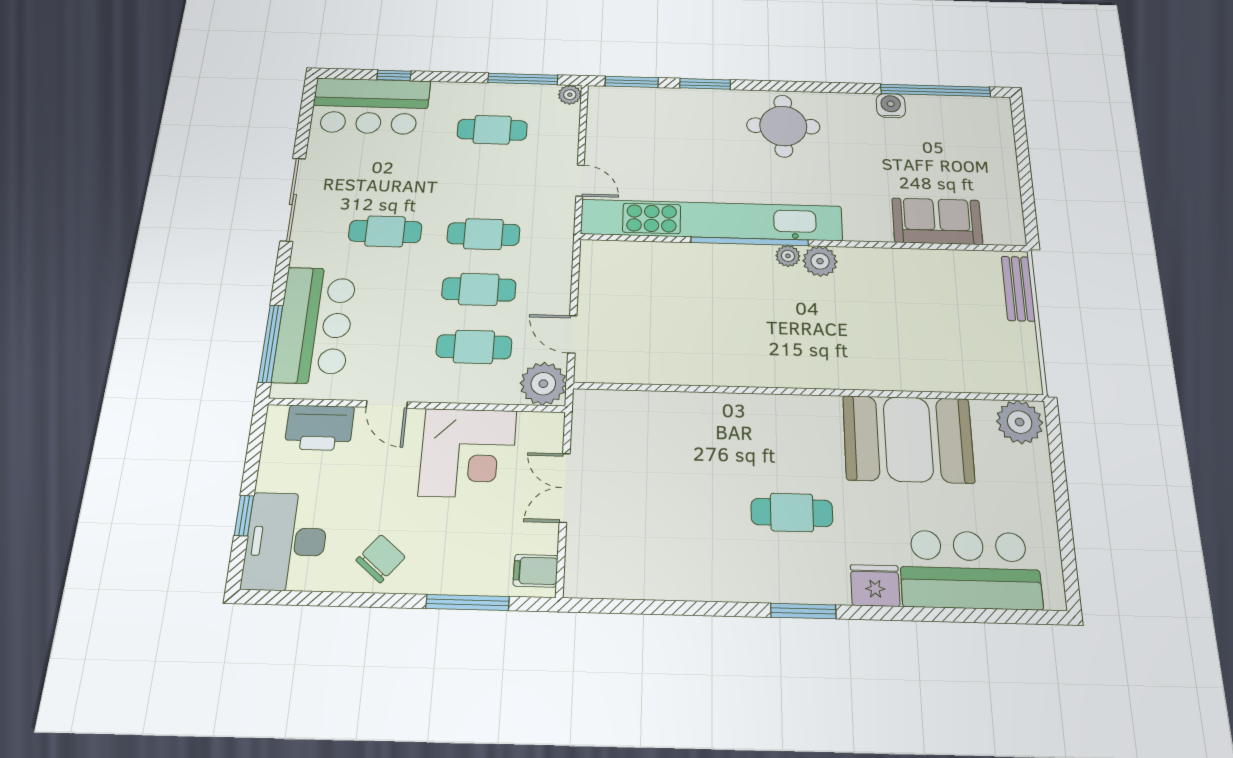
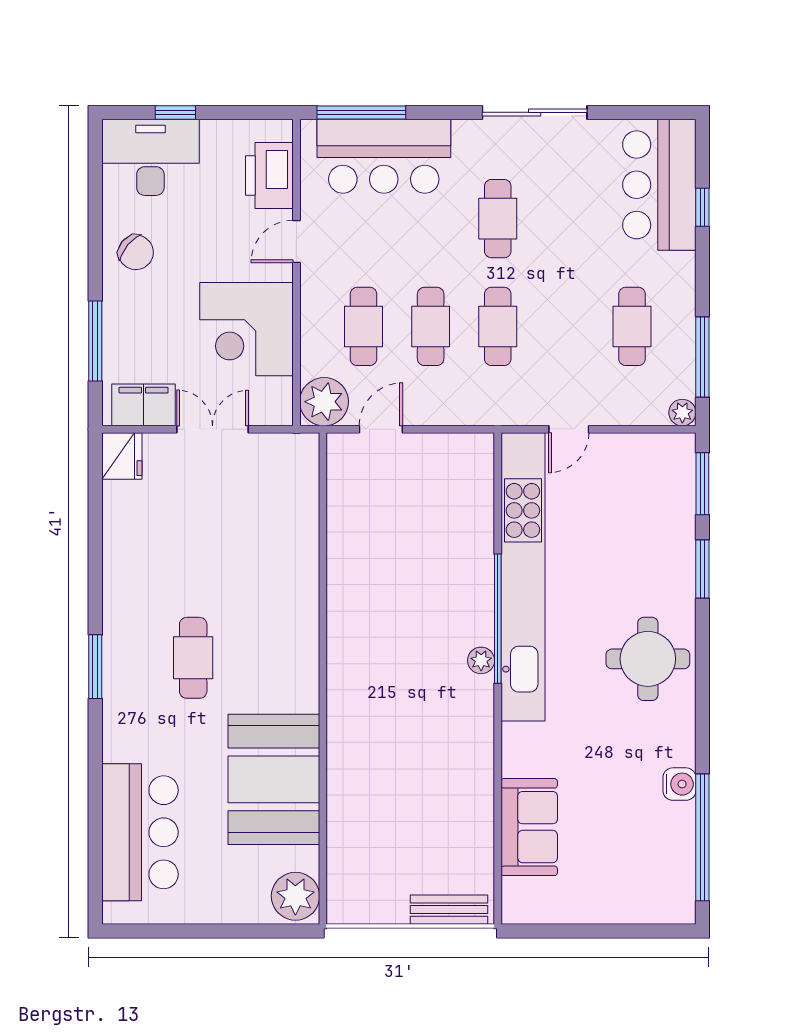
plant: (820, 261) -> (476, 695), removed
filing cabinet: (536, 571) -> (144, 405), width x2.00
fridge: (875, 585) -> (122, 456), moved

